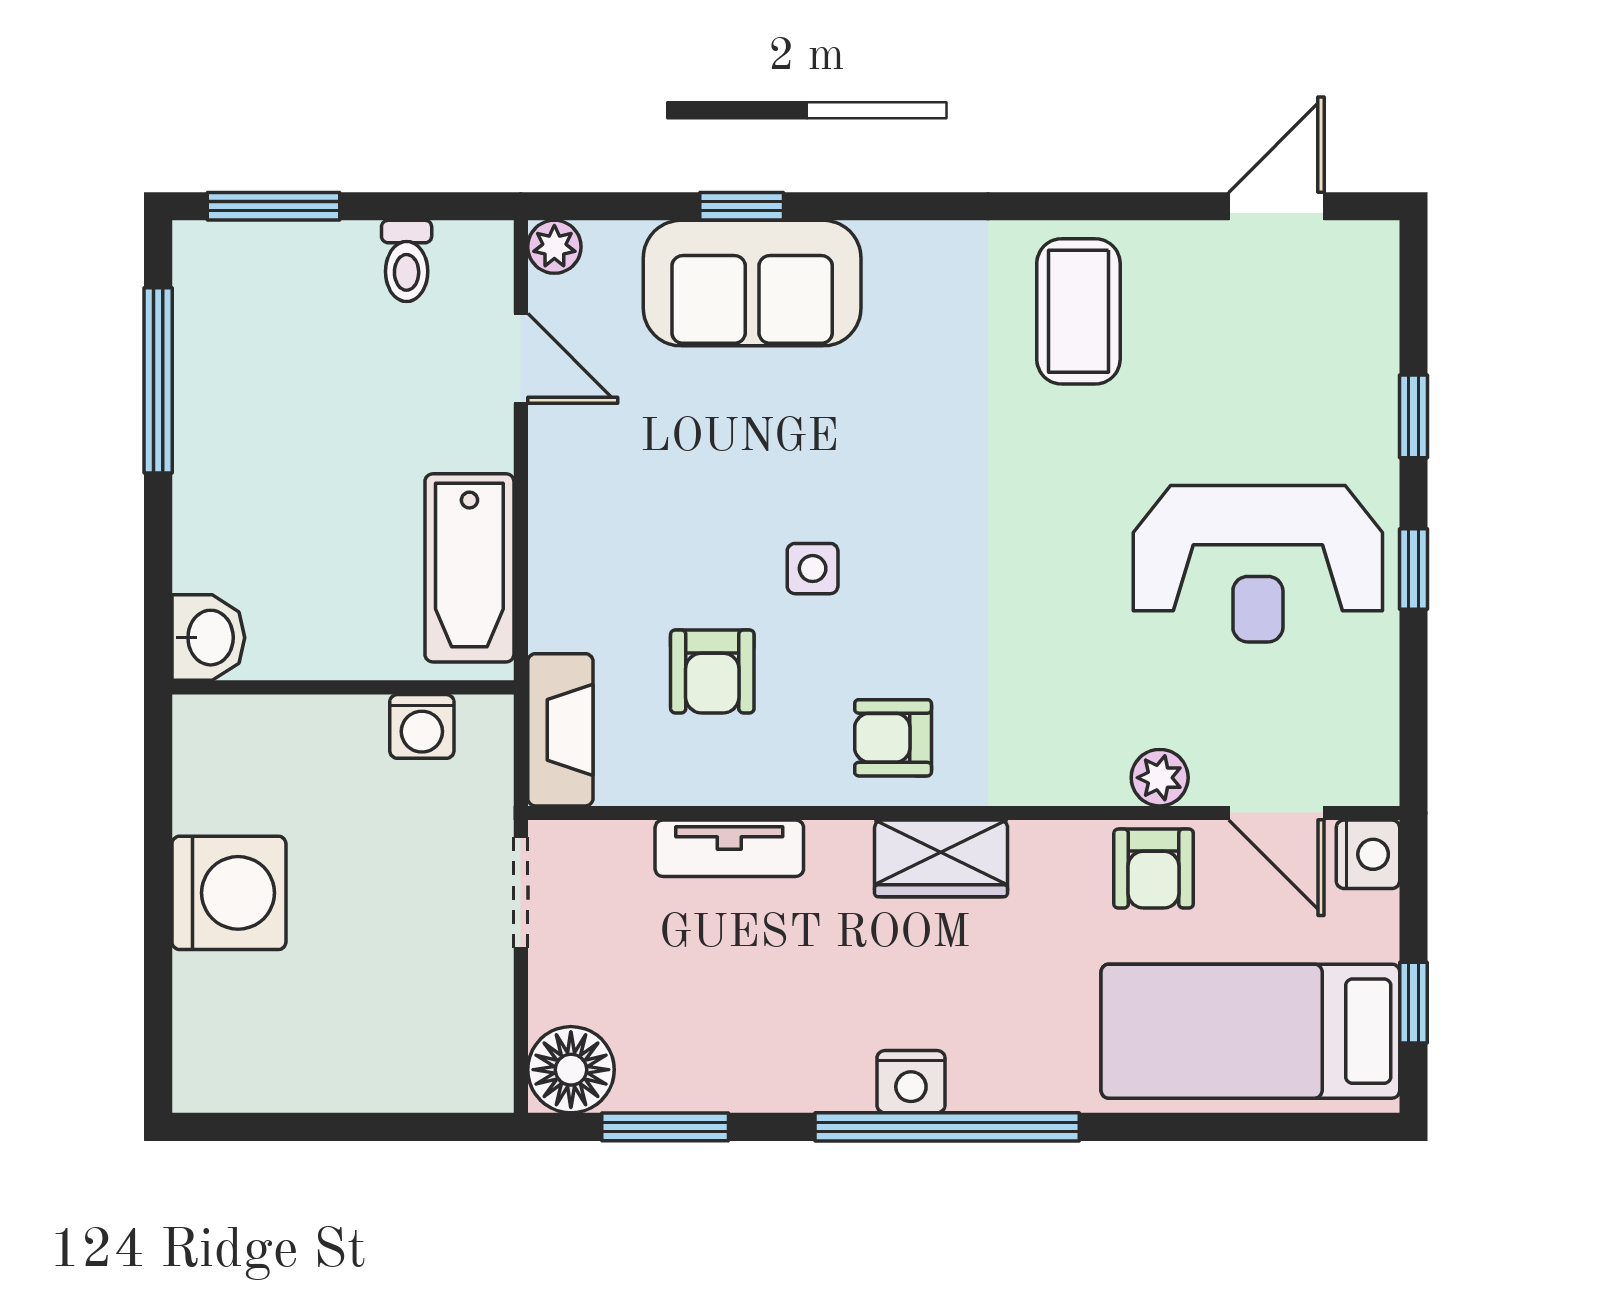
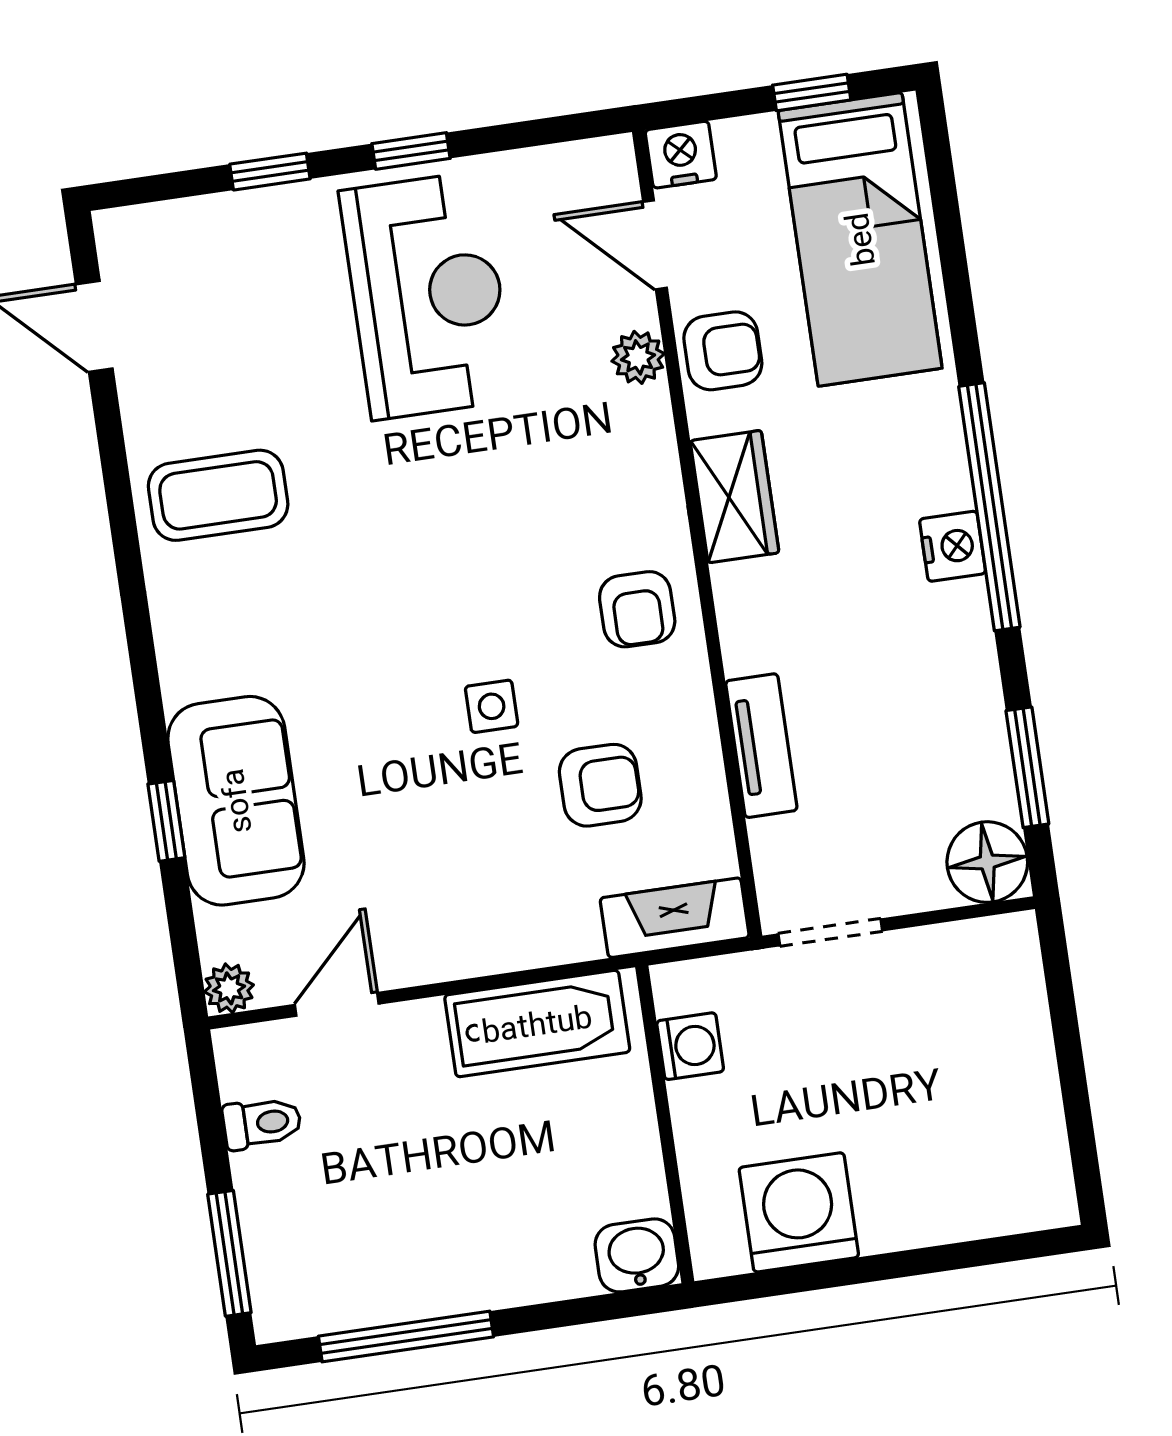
door: (1276, 813) -> (655, 245), swing flipped
wardrobe: (941, 858) -> (735, 497), moved
washing machine: (229, 893) -> (799, 1212), moved

